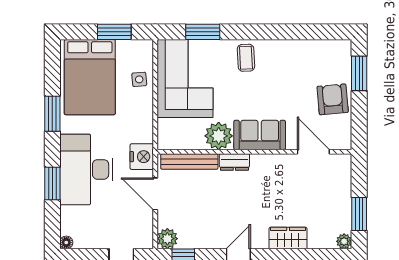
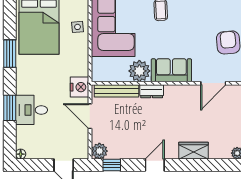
door: (313, 152) -> (213, 83), swing flipped
desk: (86, 169) -> (31, 110), width x0.53, depth x0.77

